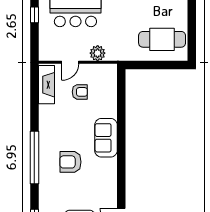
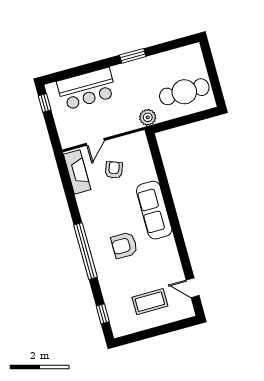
plant: (98, 53) -> (148, 117), moved
armchair: (80, 92) -> (114, 170), turned -70
sofa: (106, 138) -> (154, 210), width x1.36

